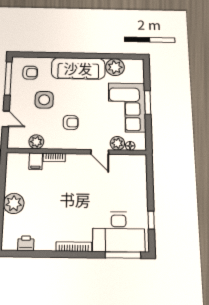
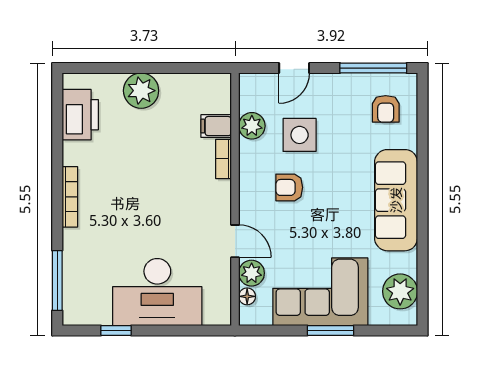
plant: (115, 67) -> (400, 291), moved
side table: (44, 100) -> (300, 135), moved
armchair: (71, 122) -> (289, 187), turned 90
door: (100, 152) -> (235, 241), swing flipped
desk: (119, 232) -> (157, 292), moved, turned -90
printer: (26, 243) -> (80, 115), width x1.87, depth x1.48

